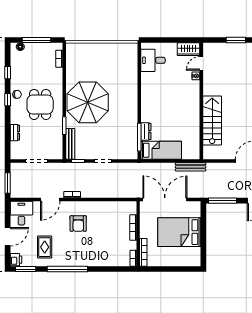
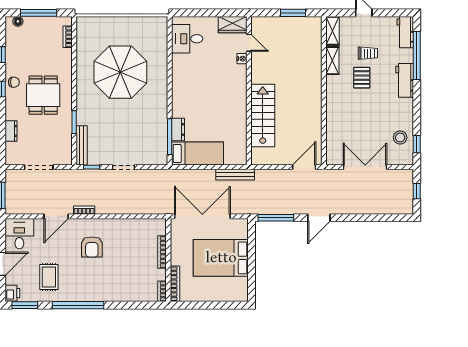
door: (201, 63) -> (249, 43), swing flipped
parasol: (88, 102) -> (120, 72), moved

